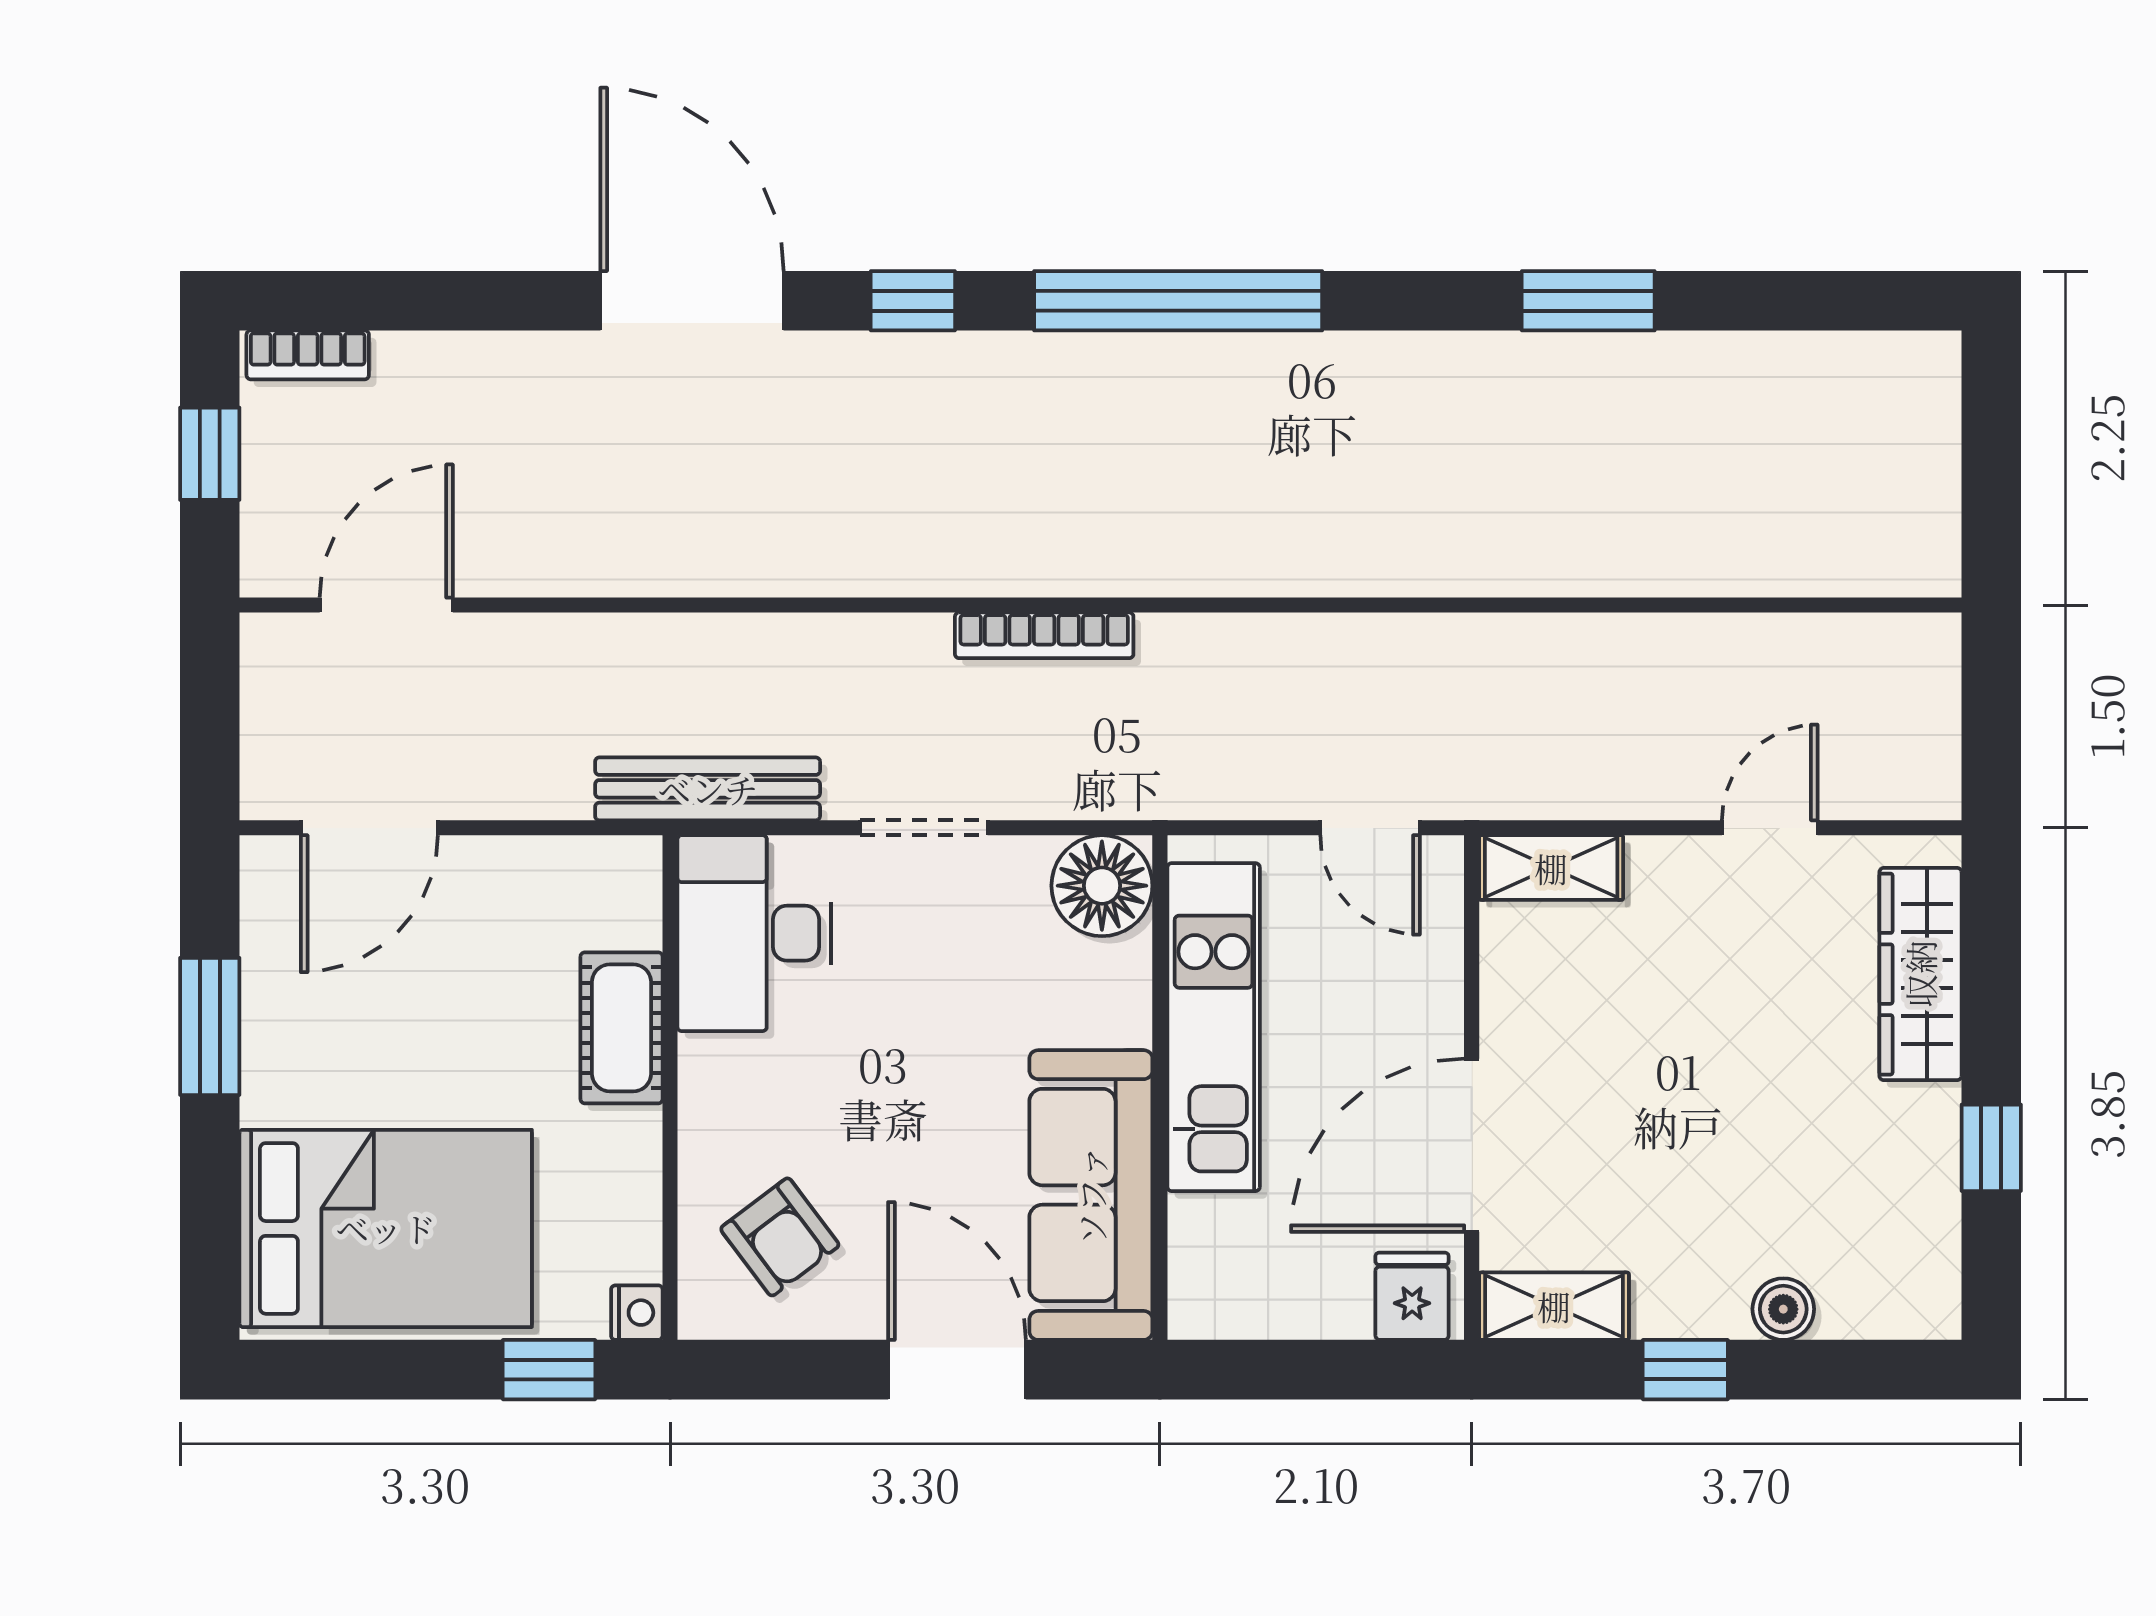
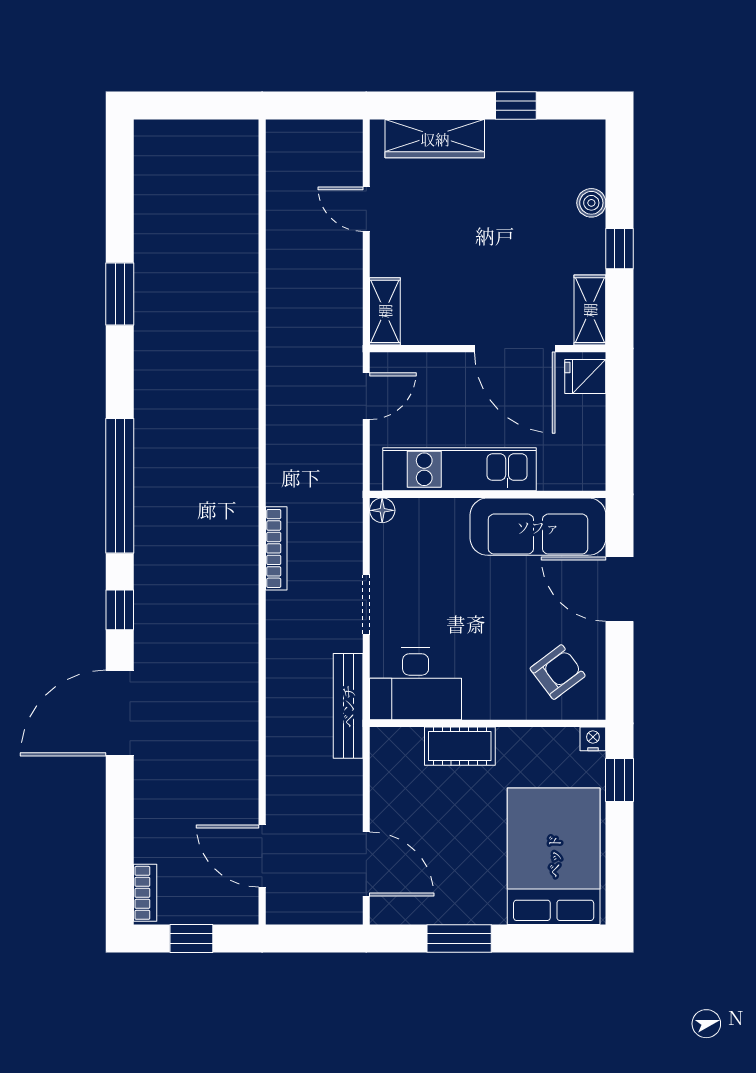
floor lamp: (1102, 886) -> (382, 510), width x0.53, depth x0.53
door: (957, 1370) -> (620, 589), hinge flipped

